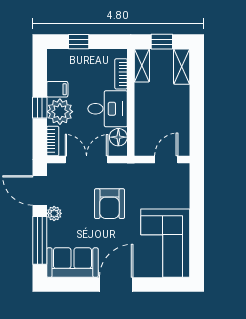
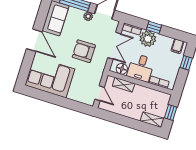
shelving: (142, 65) -> (124, 85), moved
filing cabinet: (57, 89) -> (177, 46), moved

